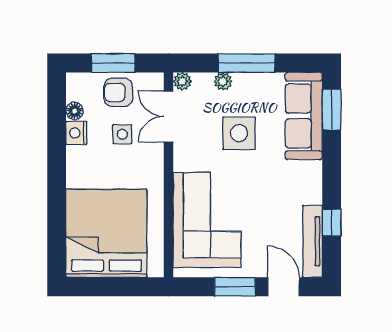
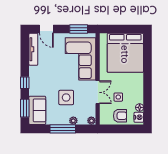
window: (113, 63) -> (122, 129), removed
double door: (168, 116) -> (98, 92), moved
sofa: (304, 116) -> (37, 110), width x0.73
nightstand: (76, 133) -> (139, 117), moved
window: (332, 223) -> (25, 83), moved
window: (235, 287) -> (79, 29), moved

